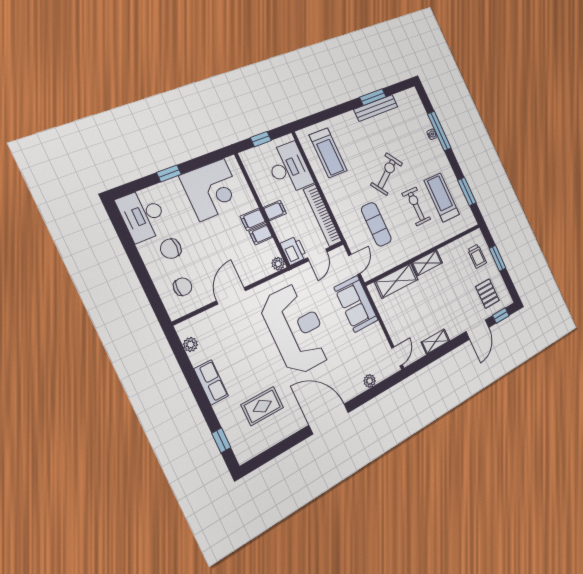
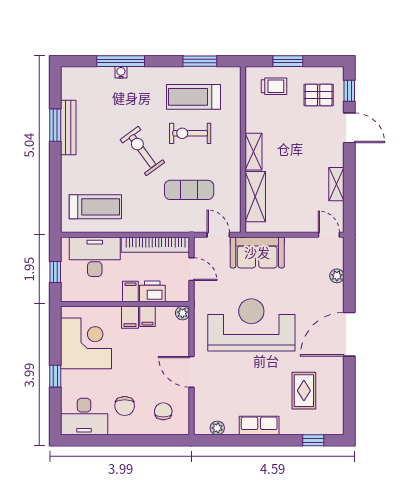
printer: (294, 250) -> (152, 291), moved

